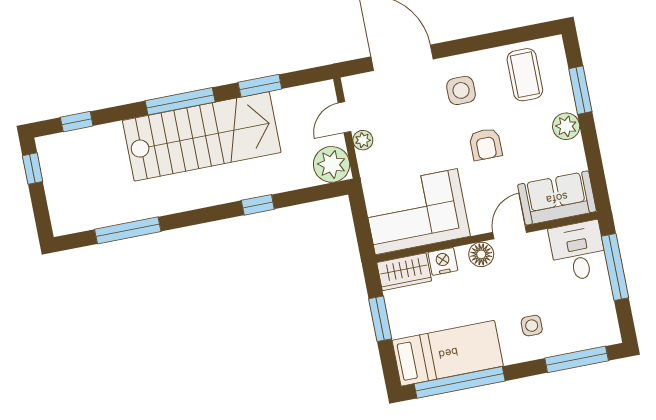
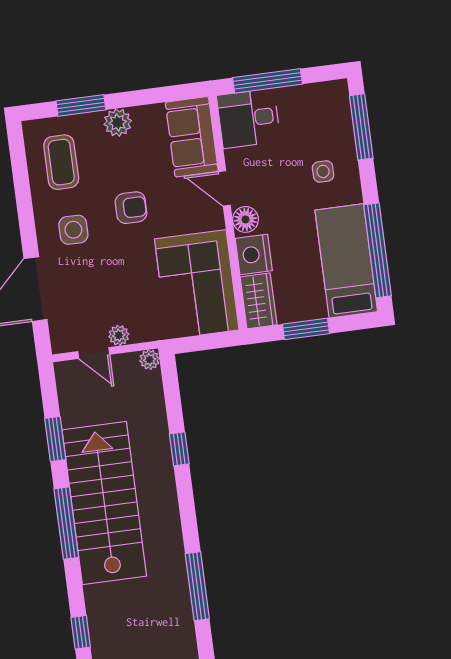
coffee table: (525, 75) -> (61, 162), turned 90
plant: (332, 164) -> (150, 360), width x0.53, depth x0.53
nightstand: (443, 261) -> (254, 254), width x1.36, depth x1.33

